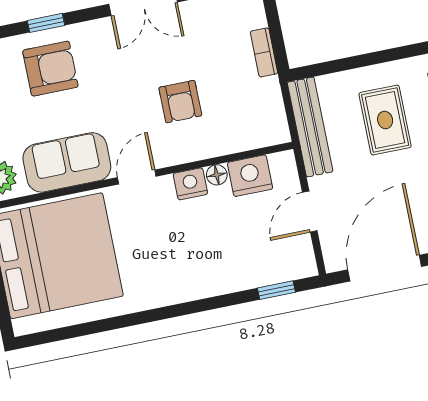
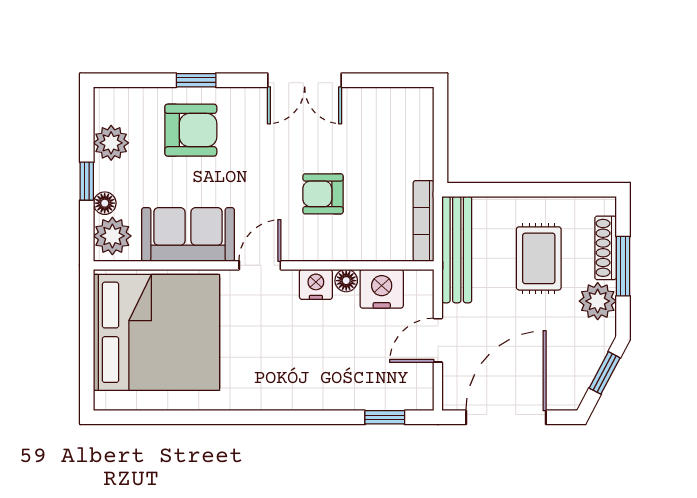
bookcase: (264, 52) -> (424, 221), moved, width x1.56
armchair: (180, 102) -> (323, 194), turned 90

